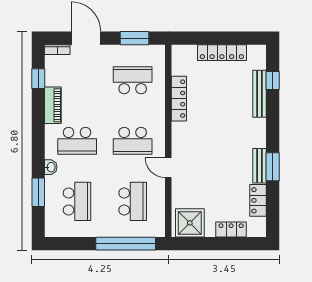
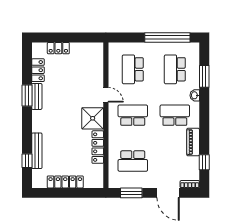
shower: (190, 223) -> (93, 118), moved
window: (126, 244) -> (167, 37), moved

